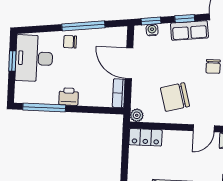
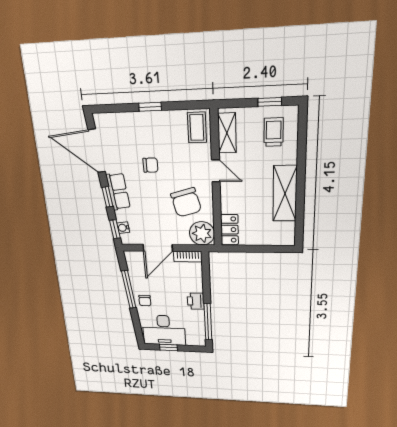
plant: (137, 115) -> (202, 233), width x1.88, depth x1.88

